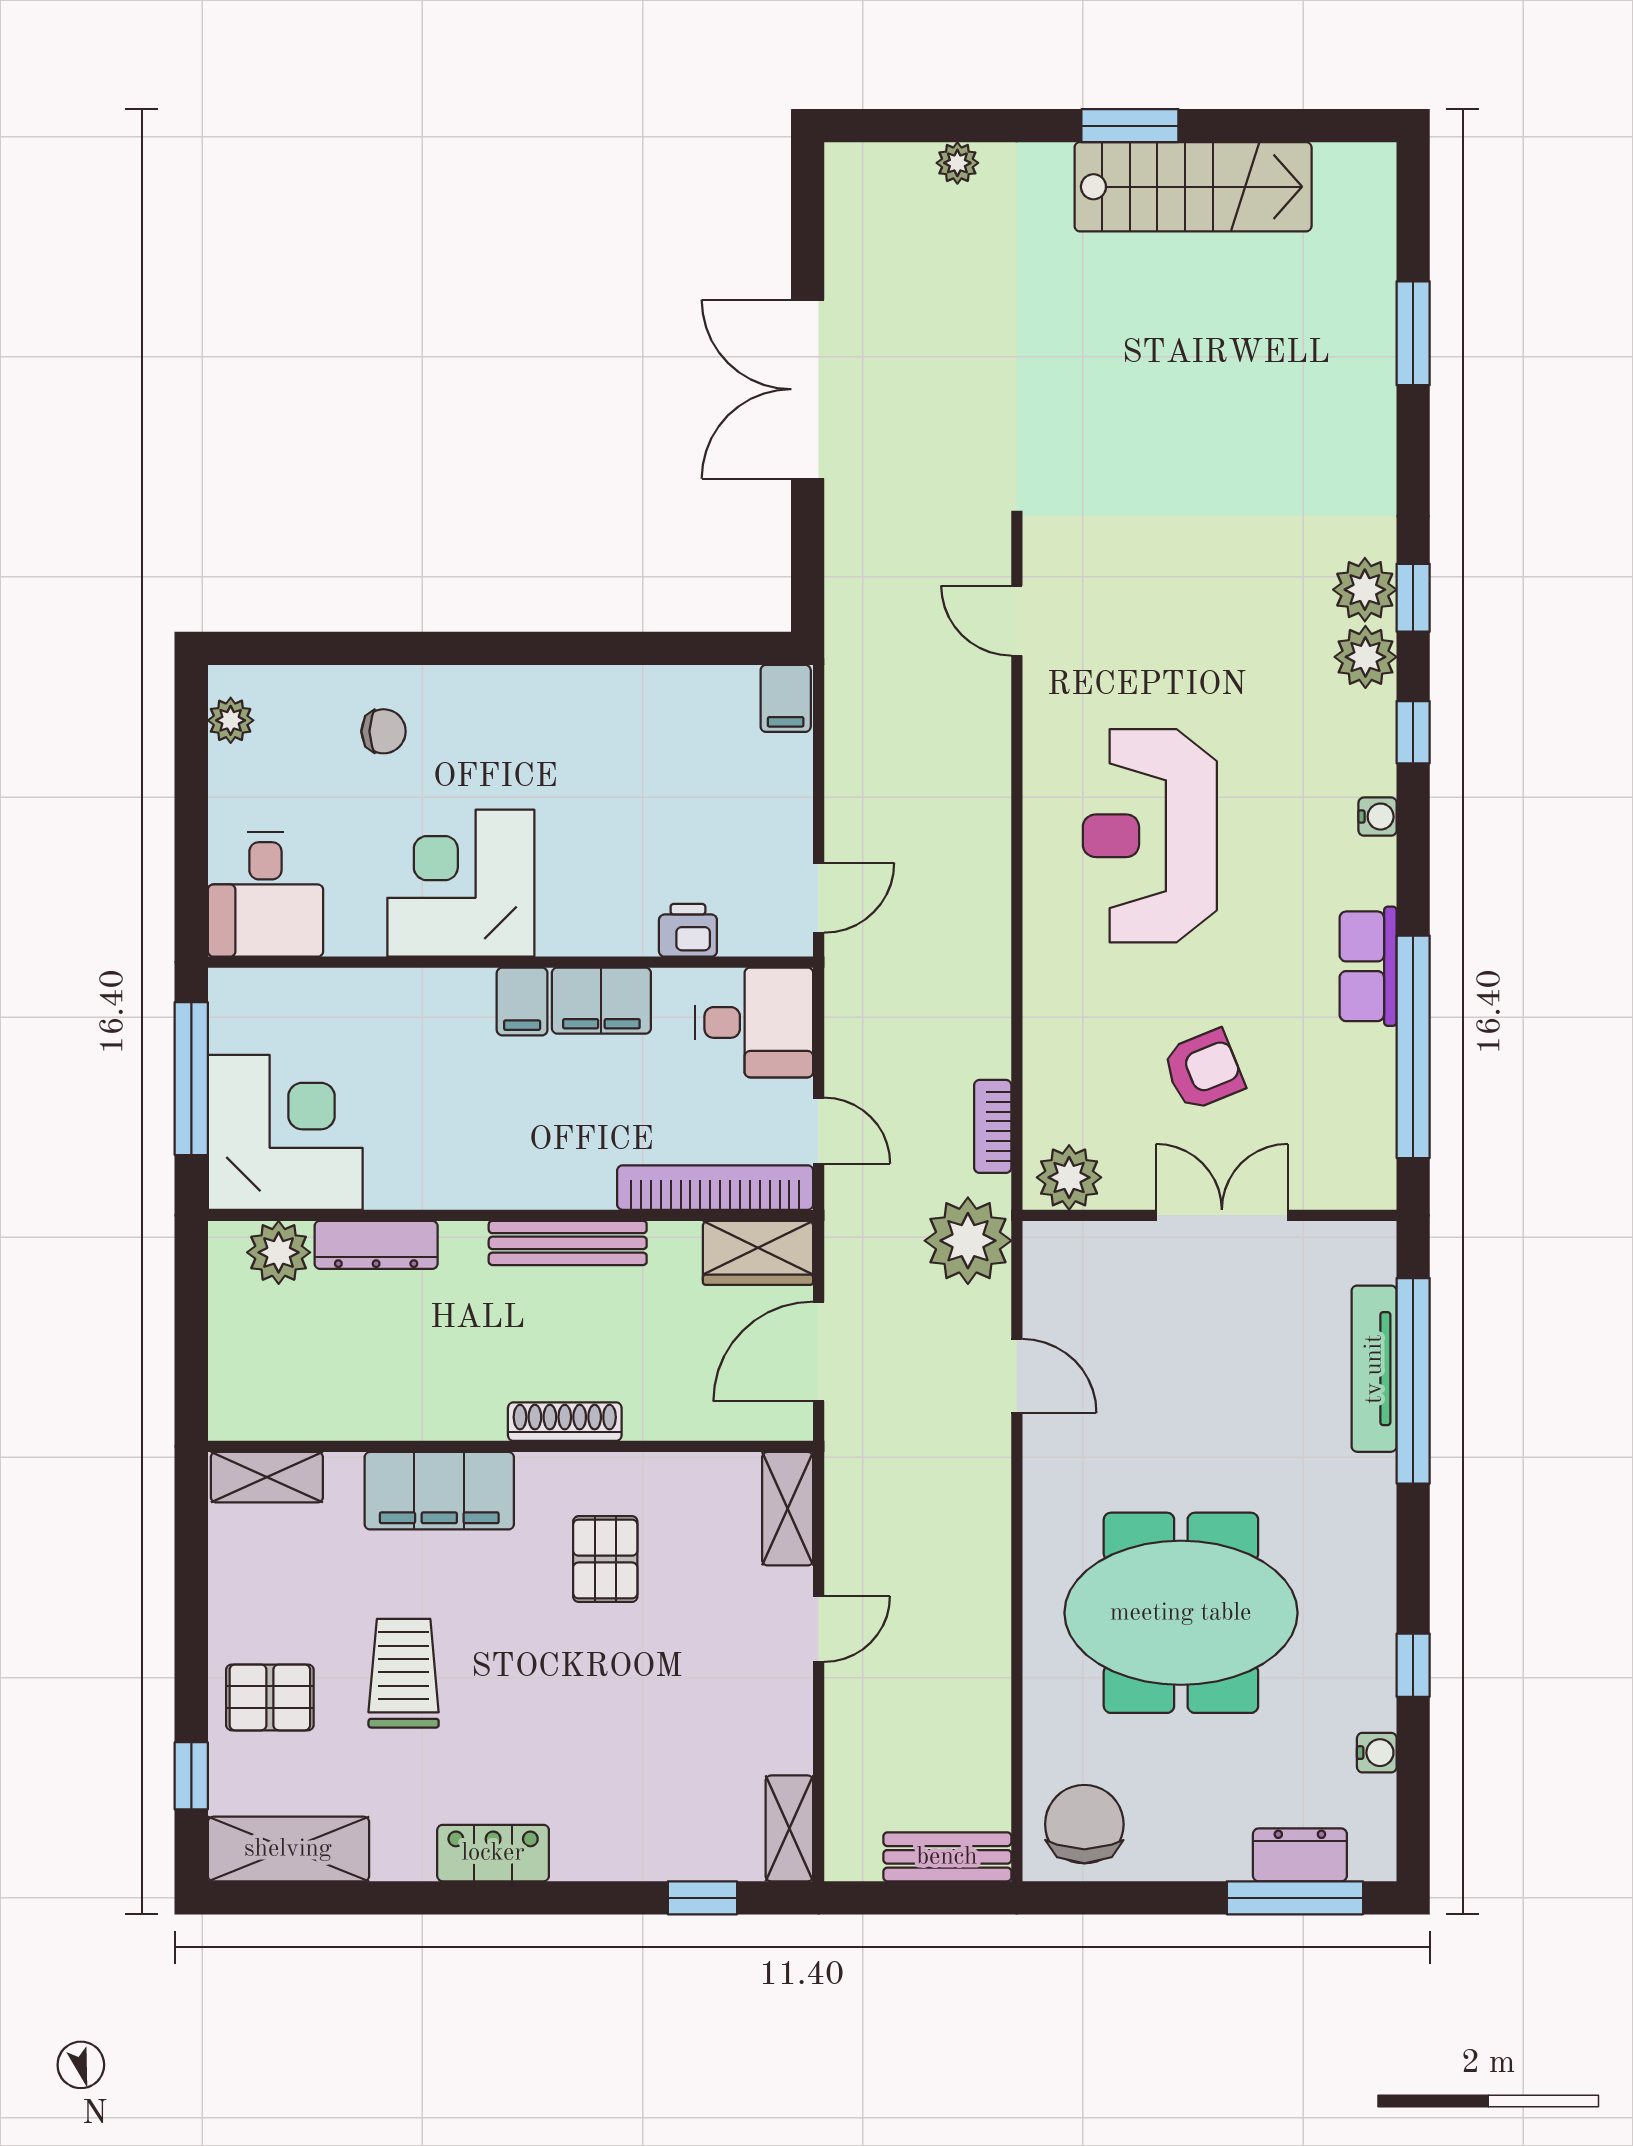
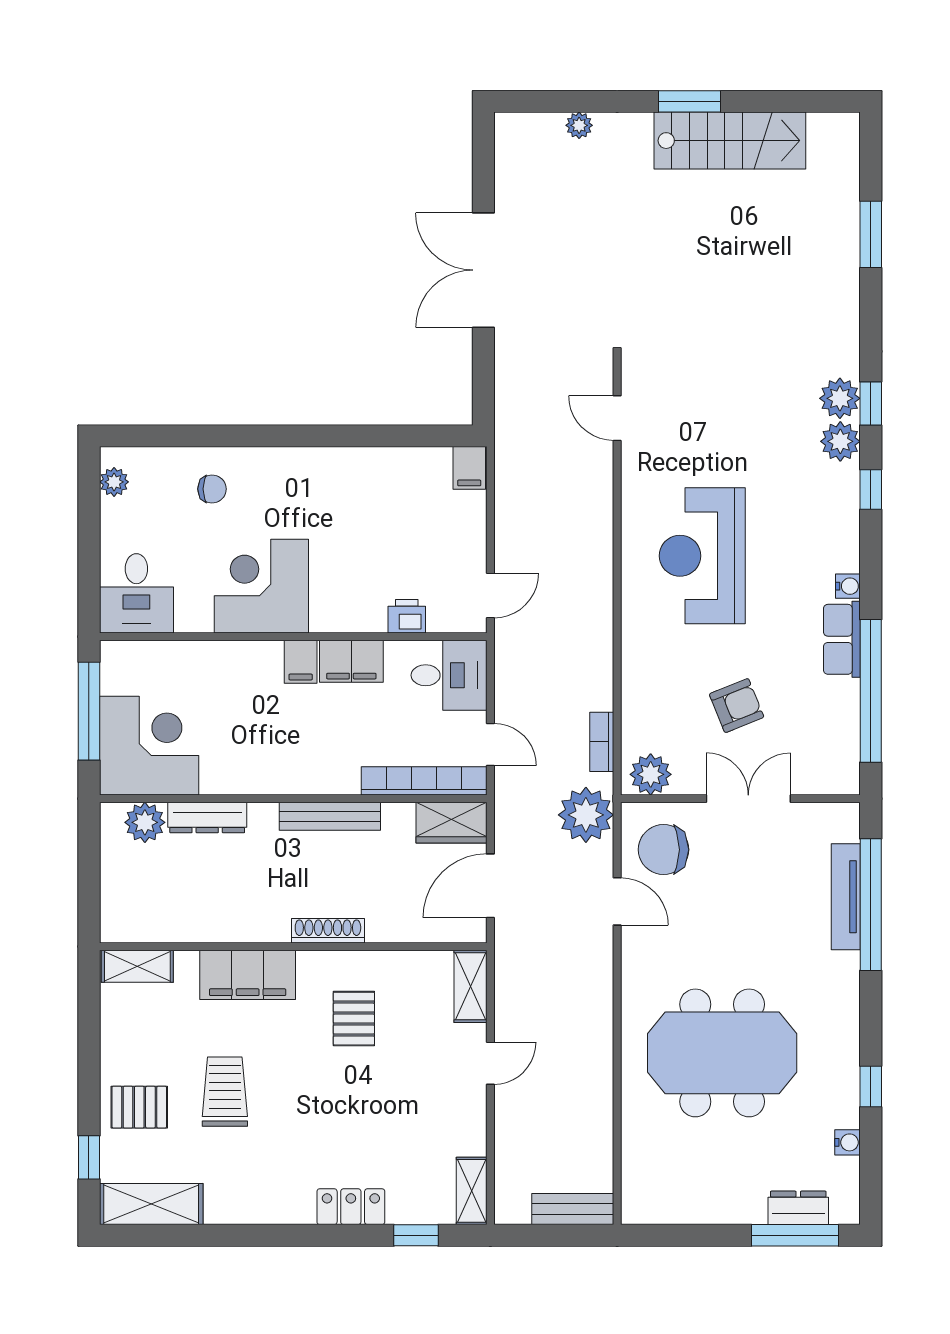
water cooler: (1378, 817) -> (848, 586), moved
chair: (1084, 1824) -> (664, 850), moved, turned -90
locker: (493, 1853) -> (351, 1207), moved

